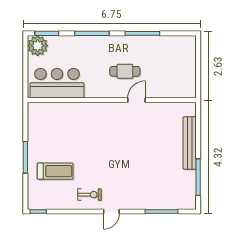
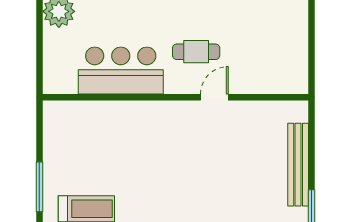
bar counter: (57, 83) -> (121, 71), moved

